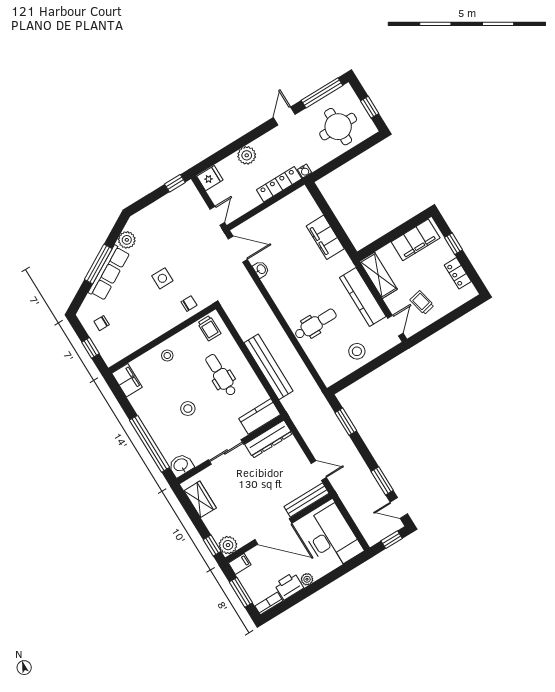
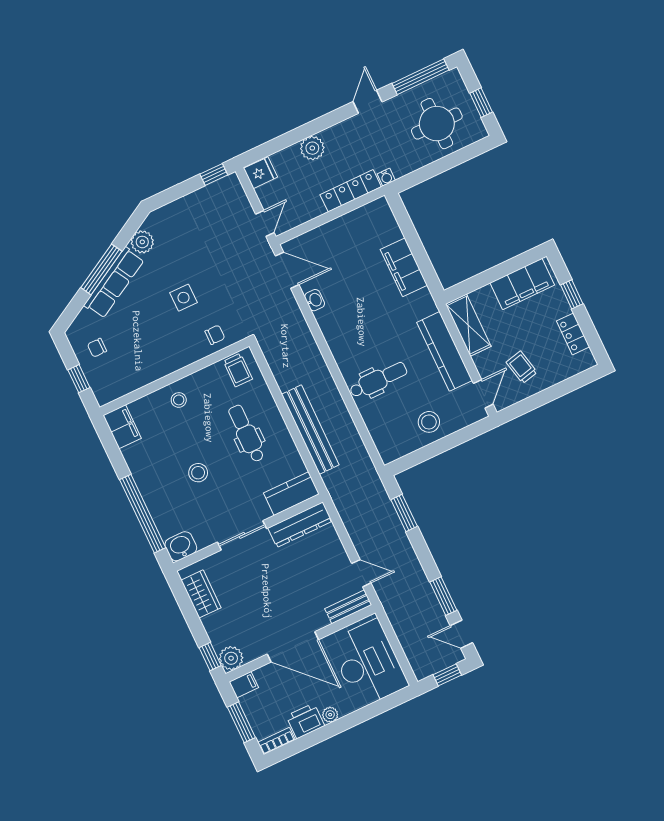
bench: (306, 500) -> (348, 607), width x0.73

